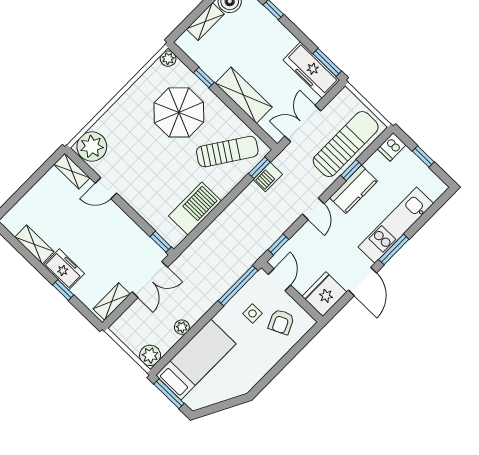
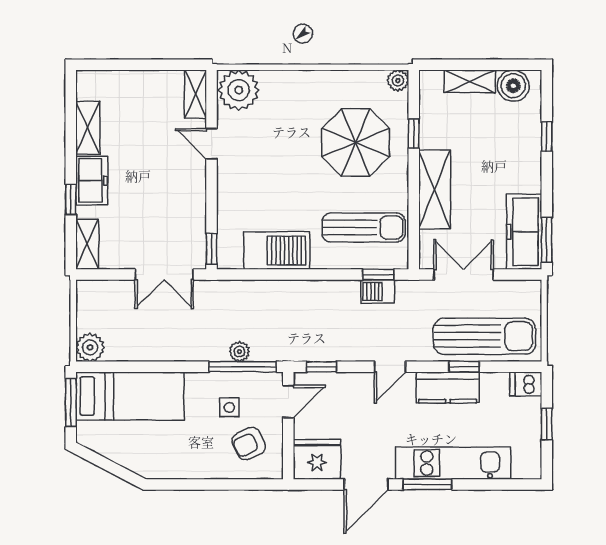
sun lounger: (227, 152) -> (364, 228), turned -34
shelving: (112, 302) -> (87, 244), moved, turned 90
plant: (182, 327) -> (239, 351), moved

